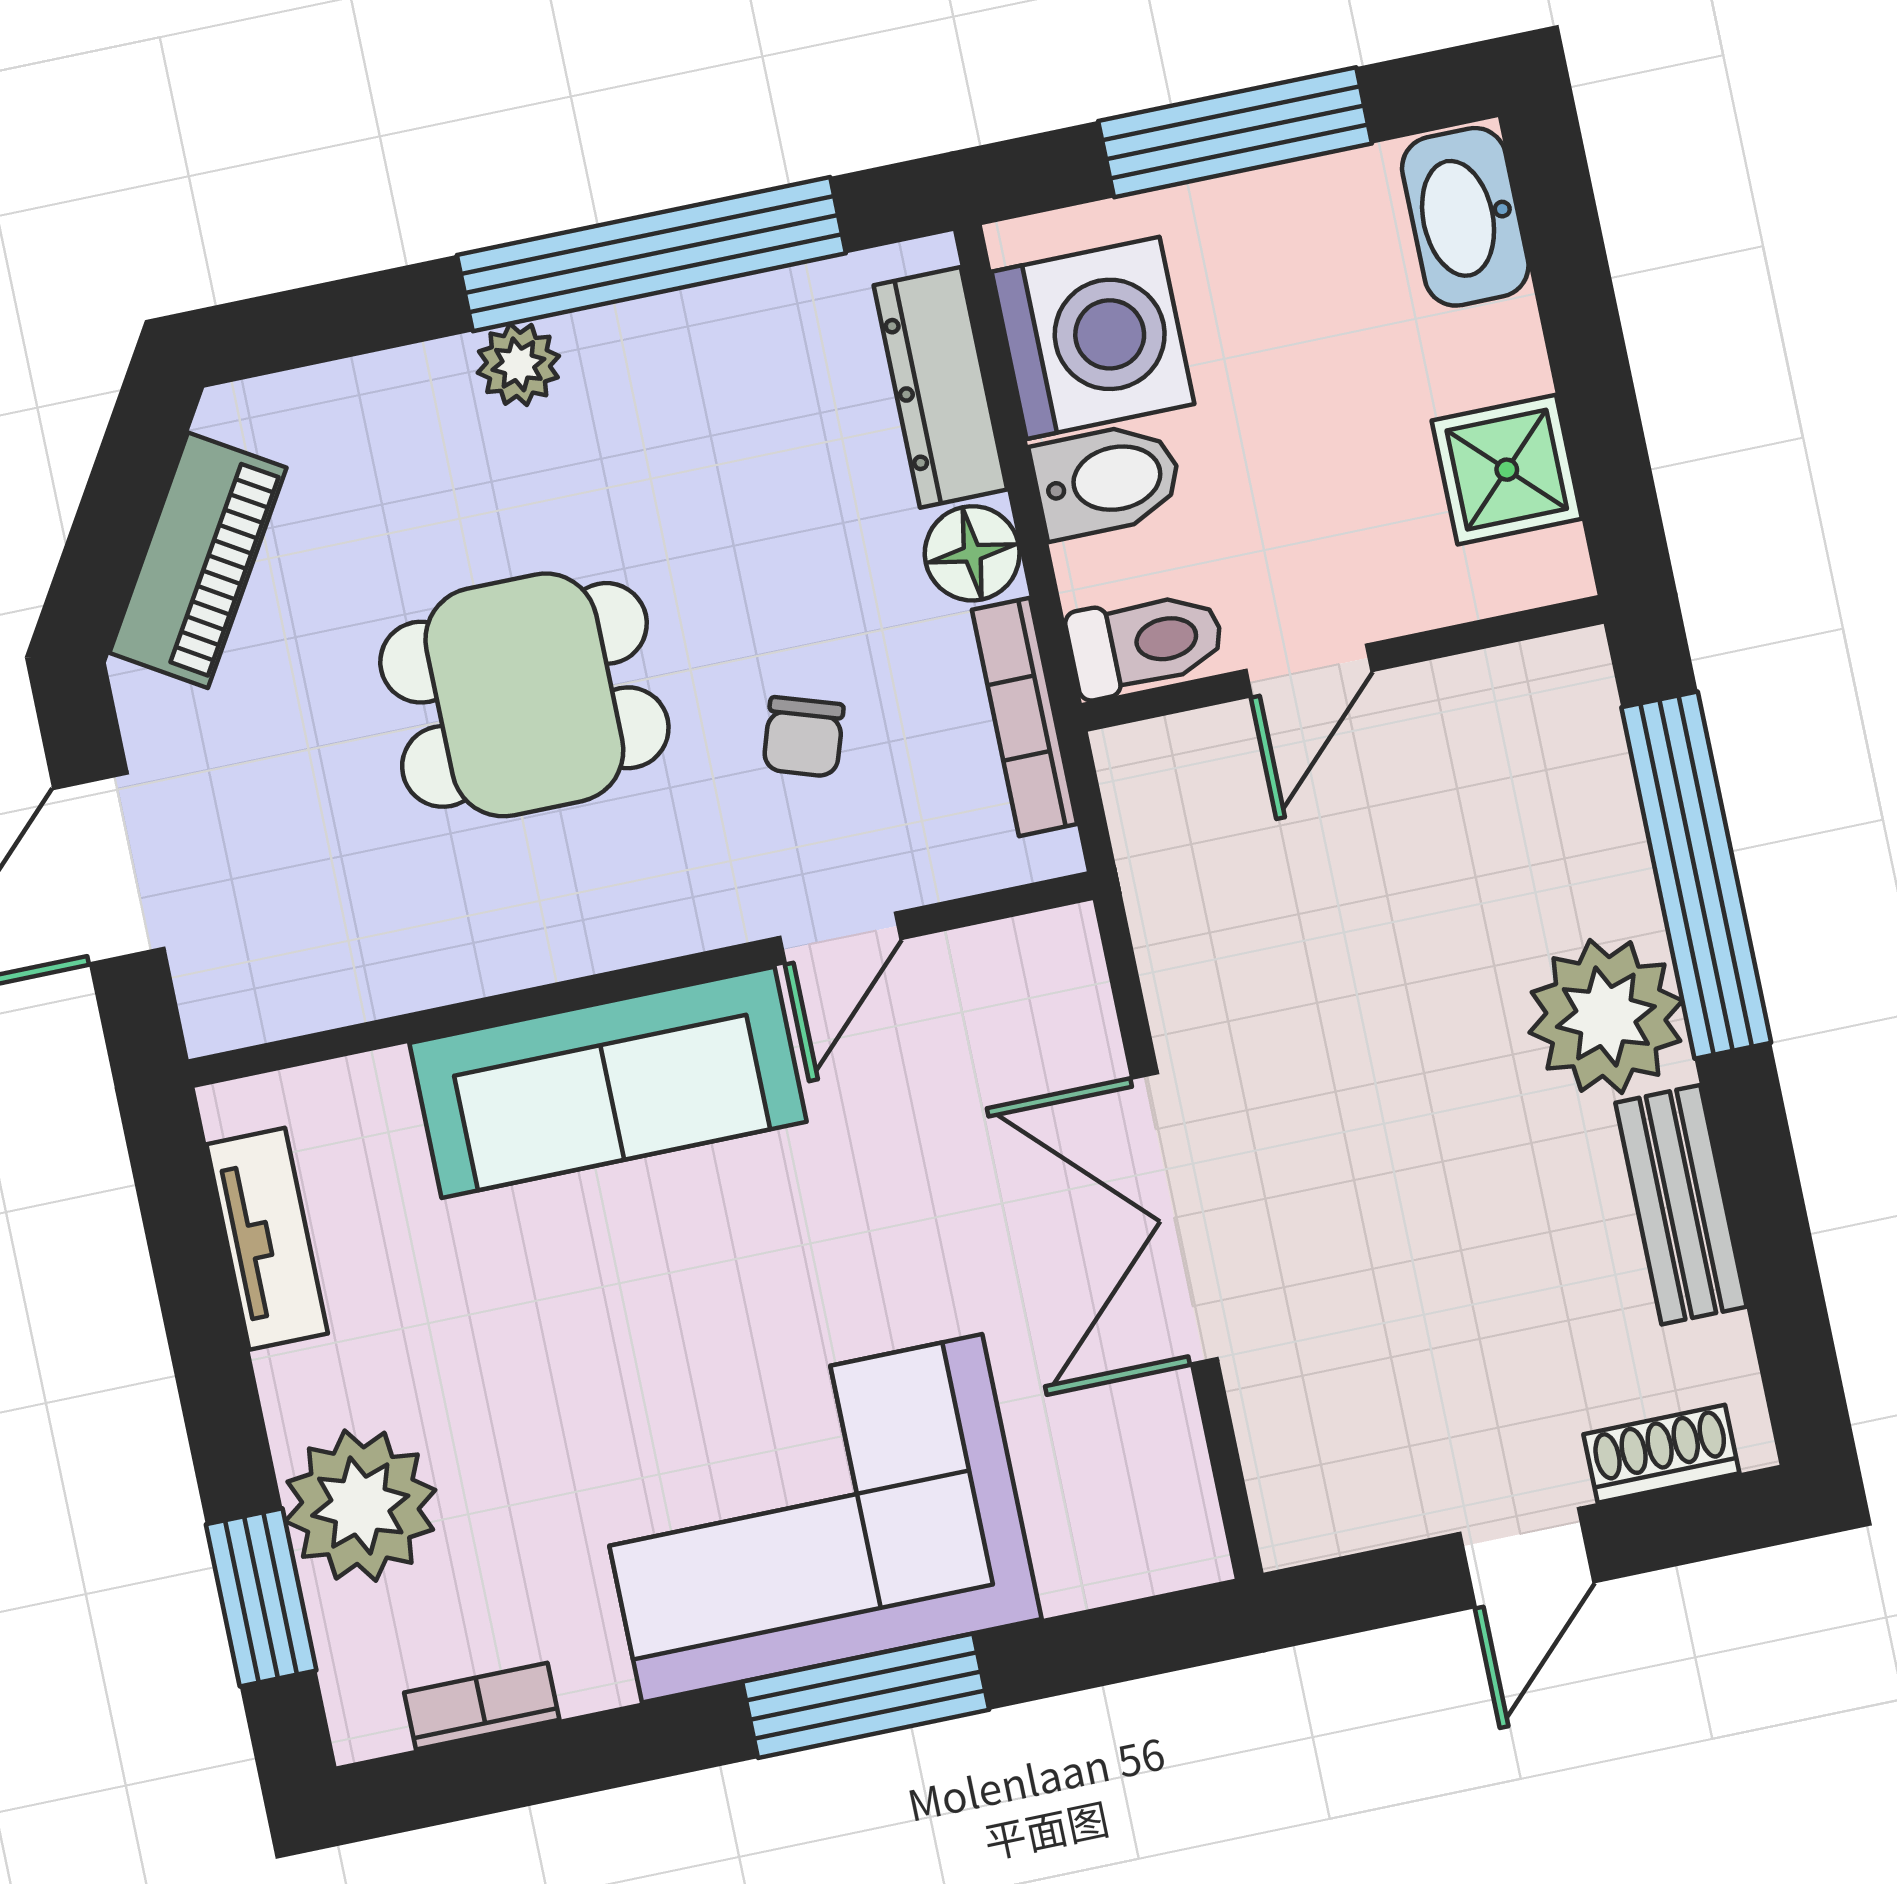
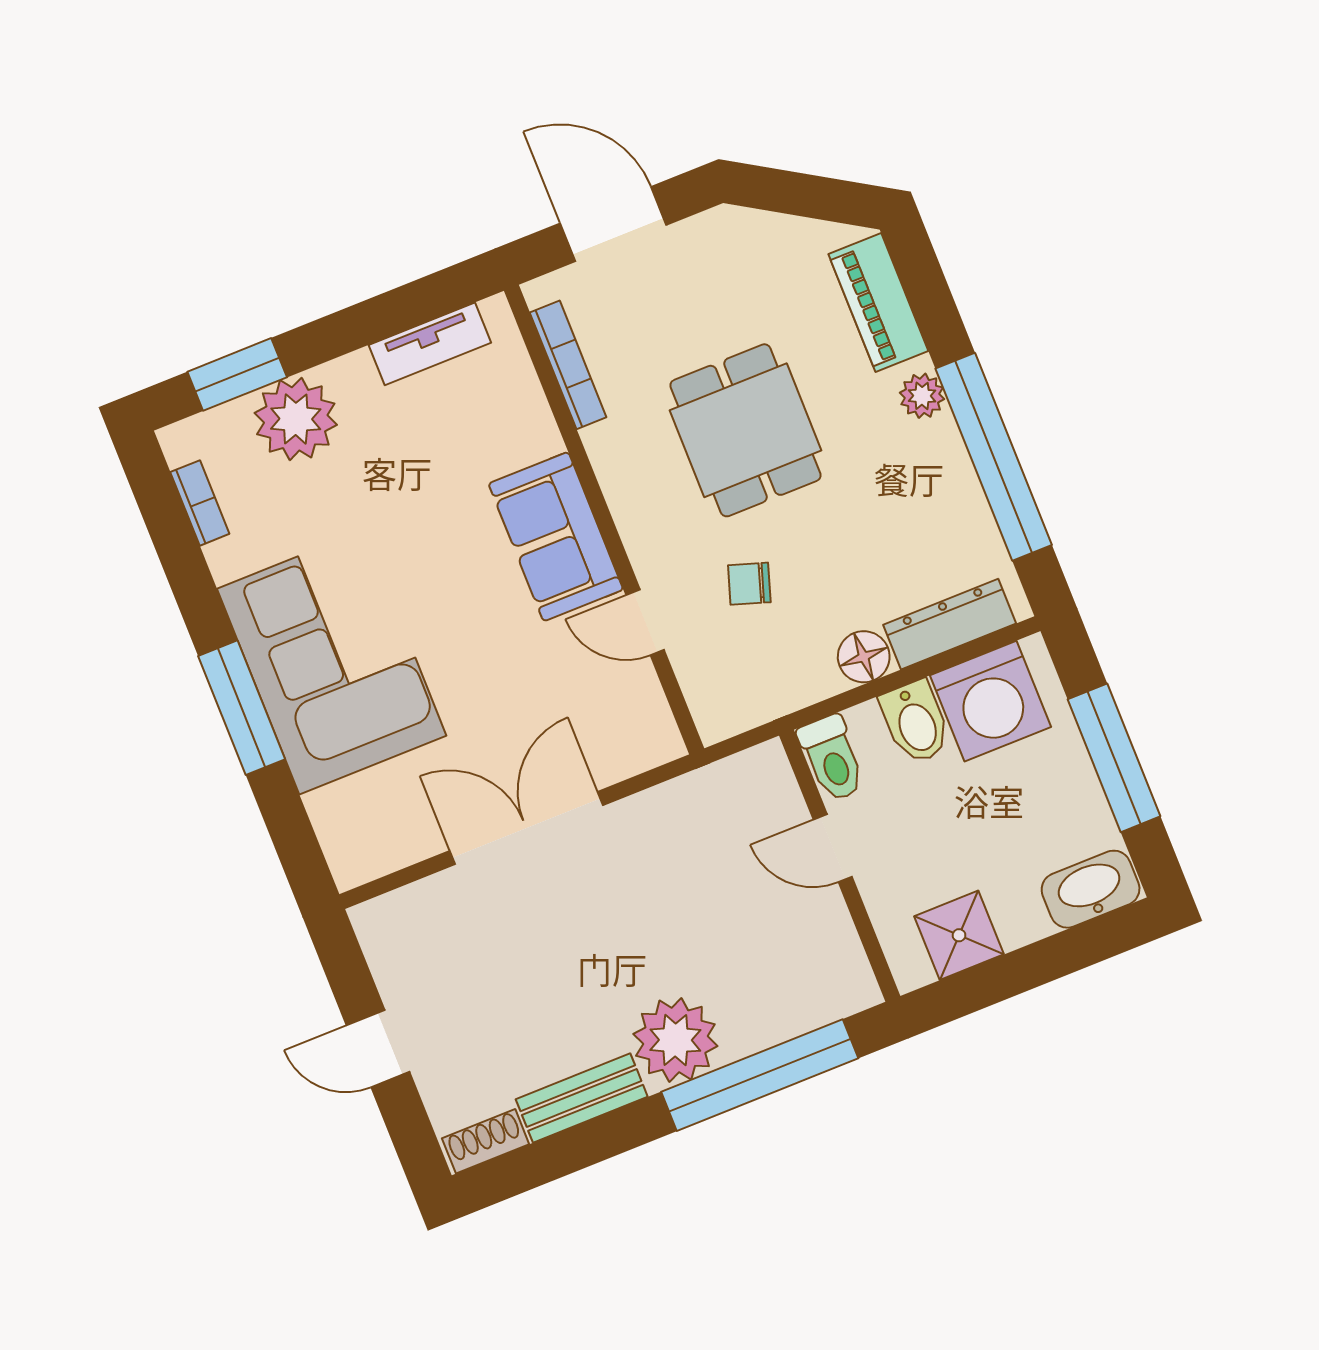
piano: (198, 560) -> (878, 303), moved, turned 59
bookcase: (1024, 717) -> (568, 365), moved, turned 90
sofa: (608, 1082) -> (556, 537), width x0.73
shoe rack: (1661, 1454) -> (486, 1141), moved, turned -90

